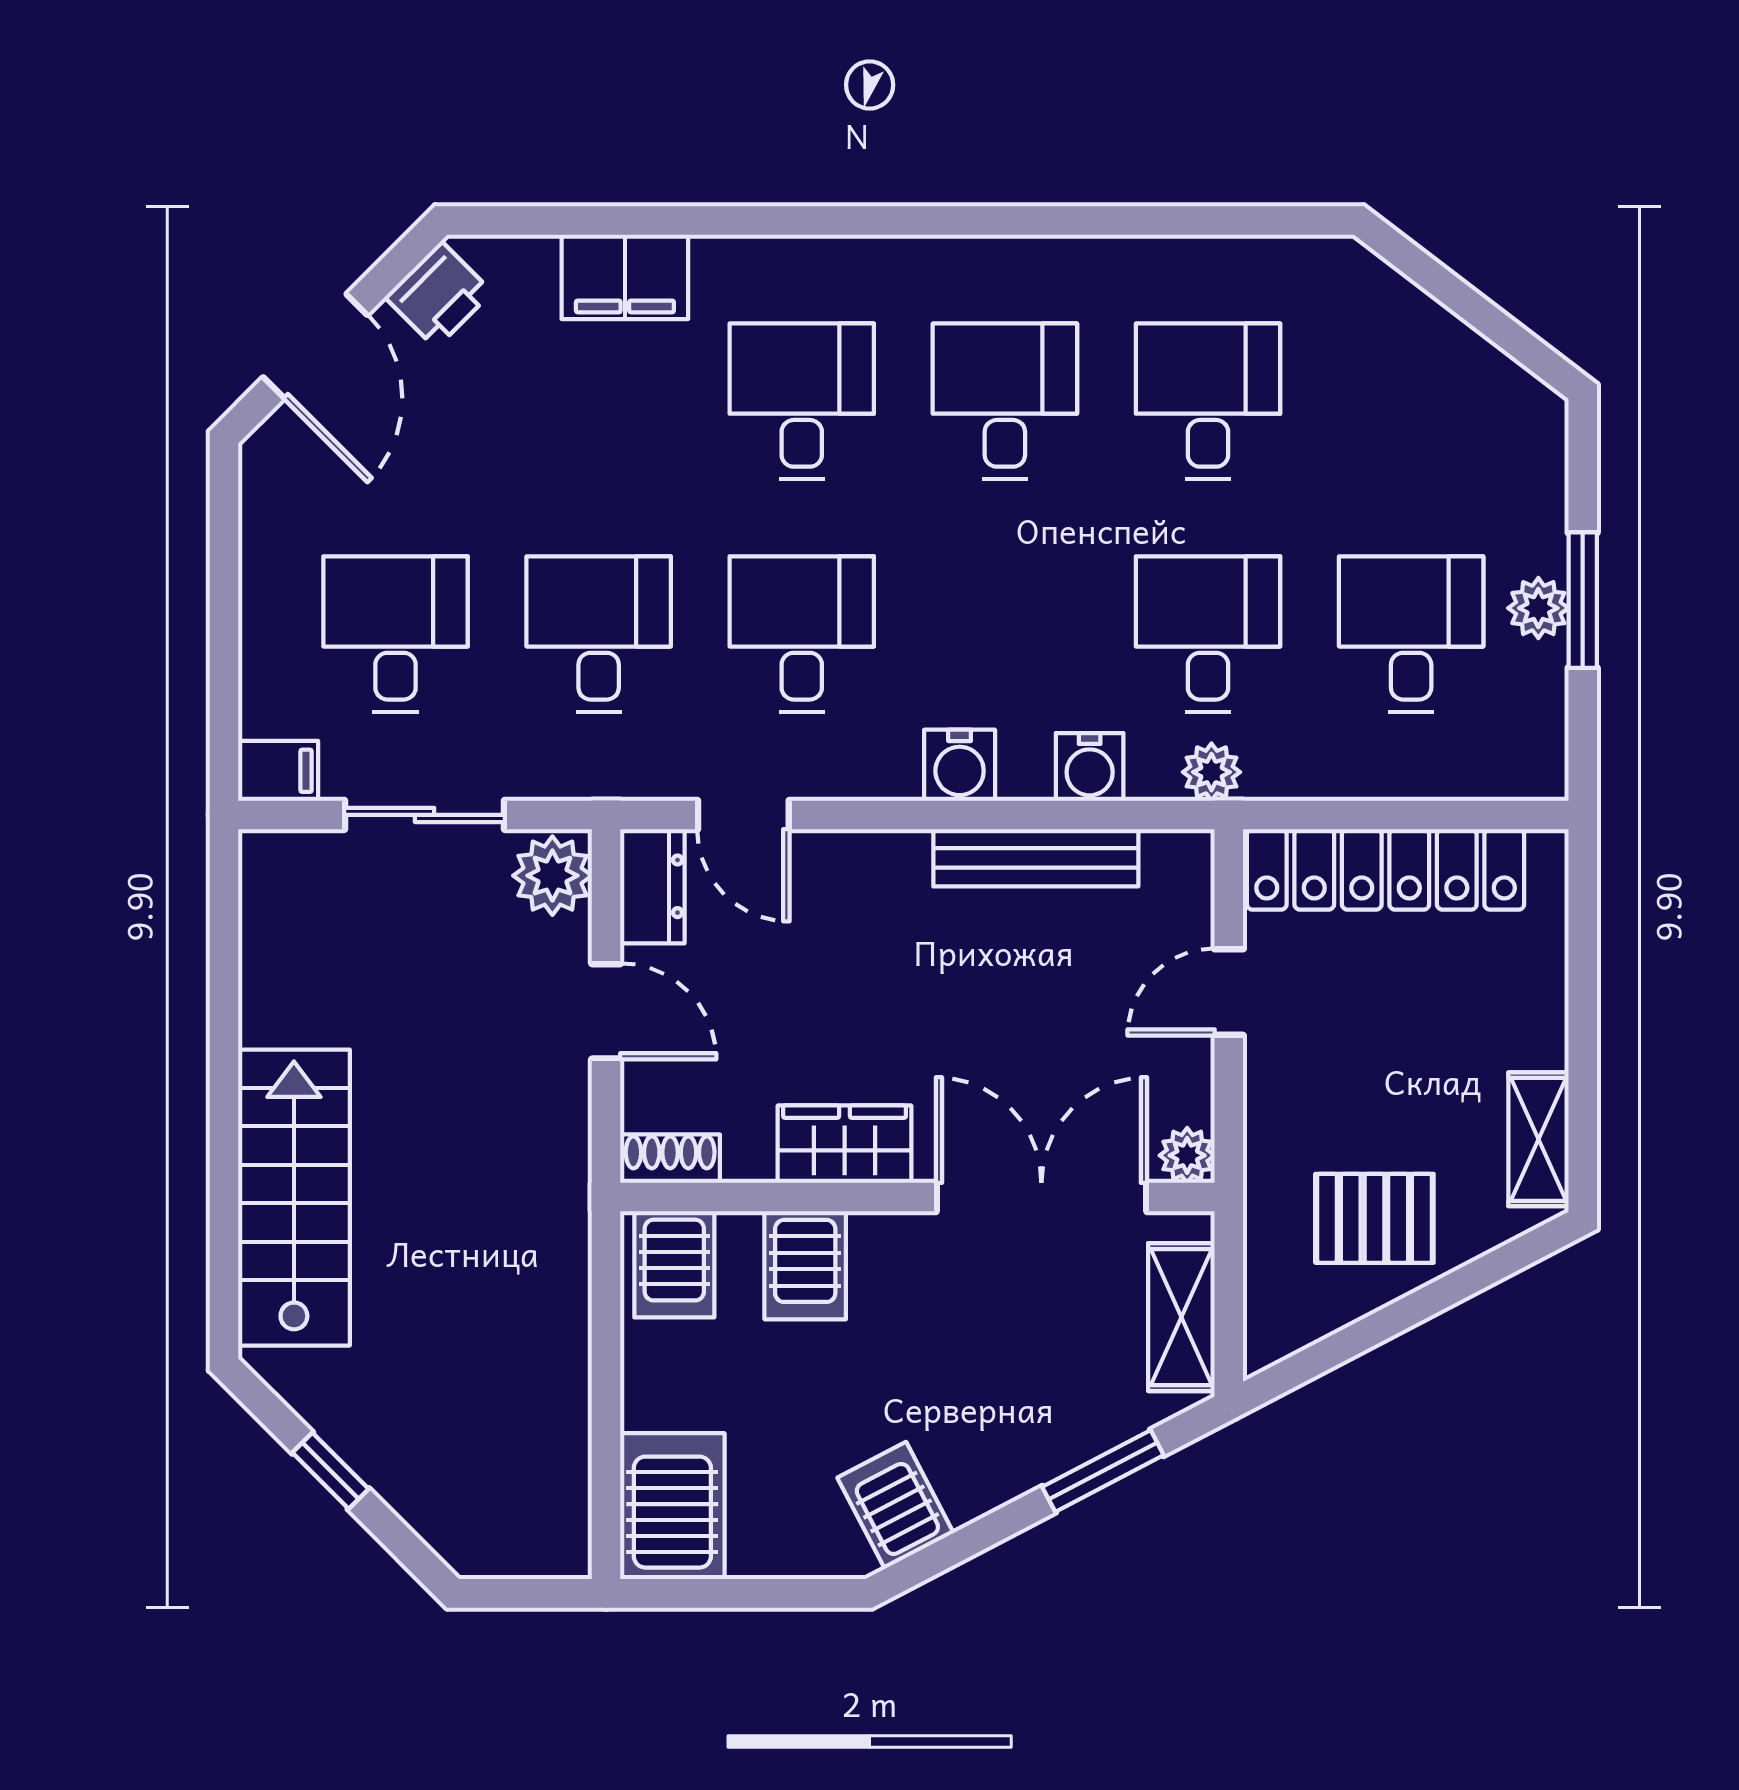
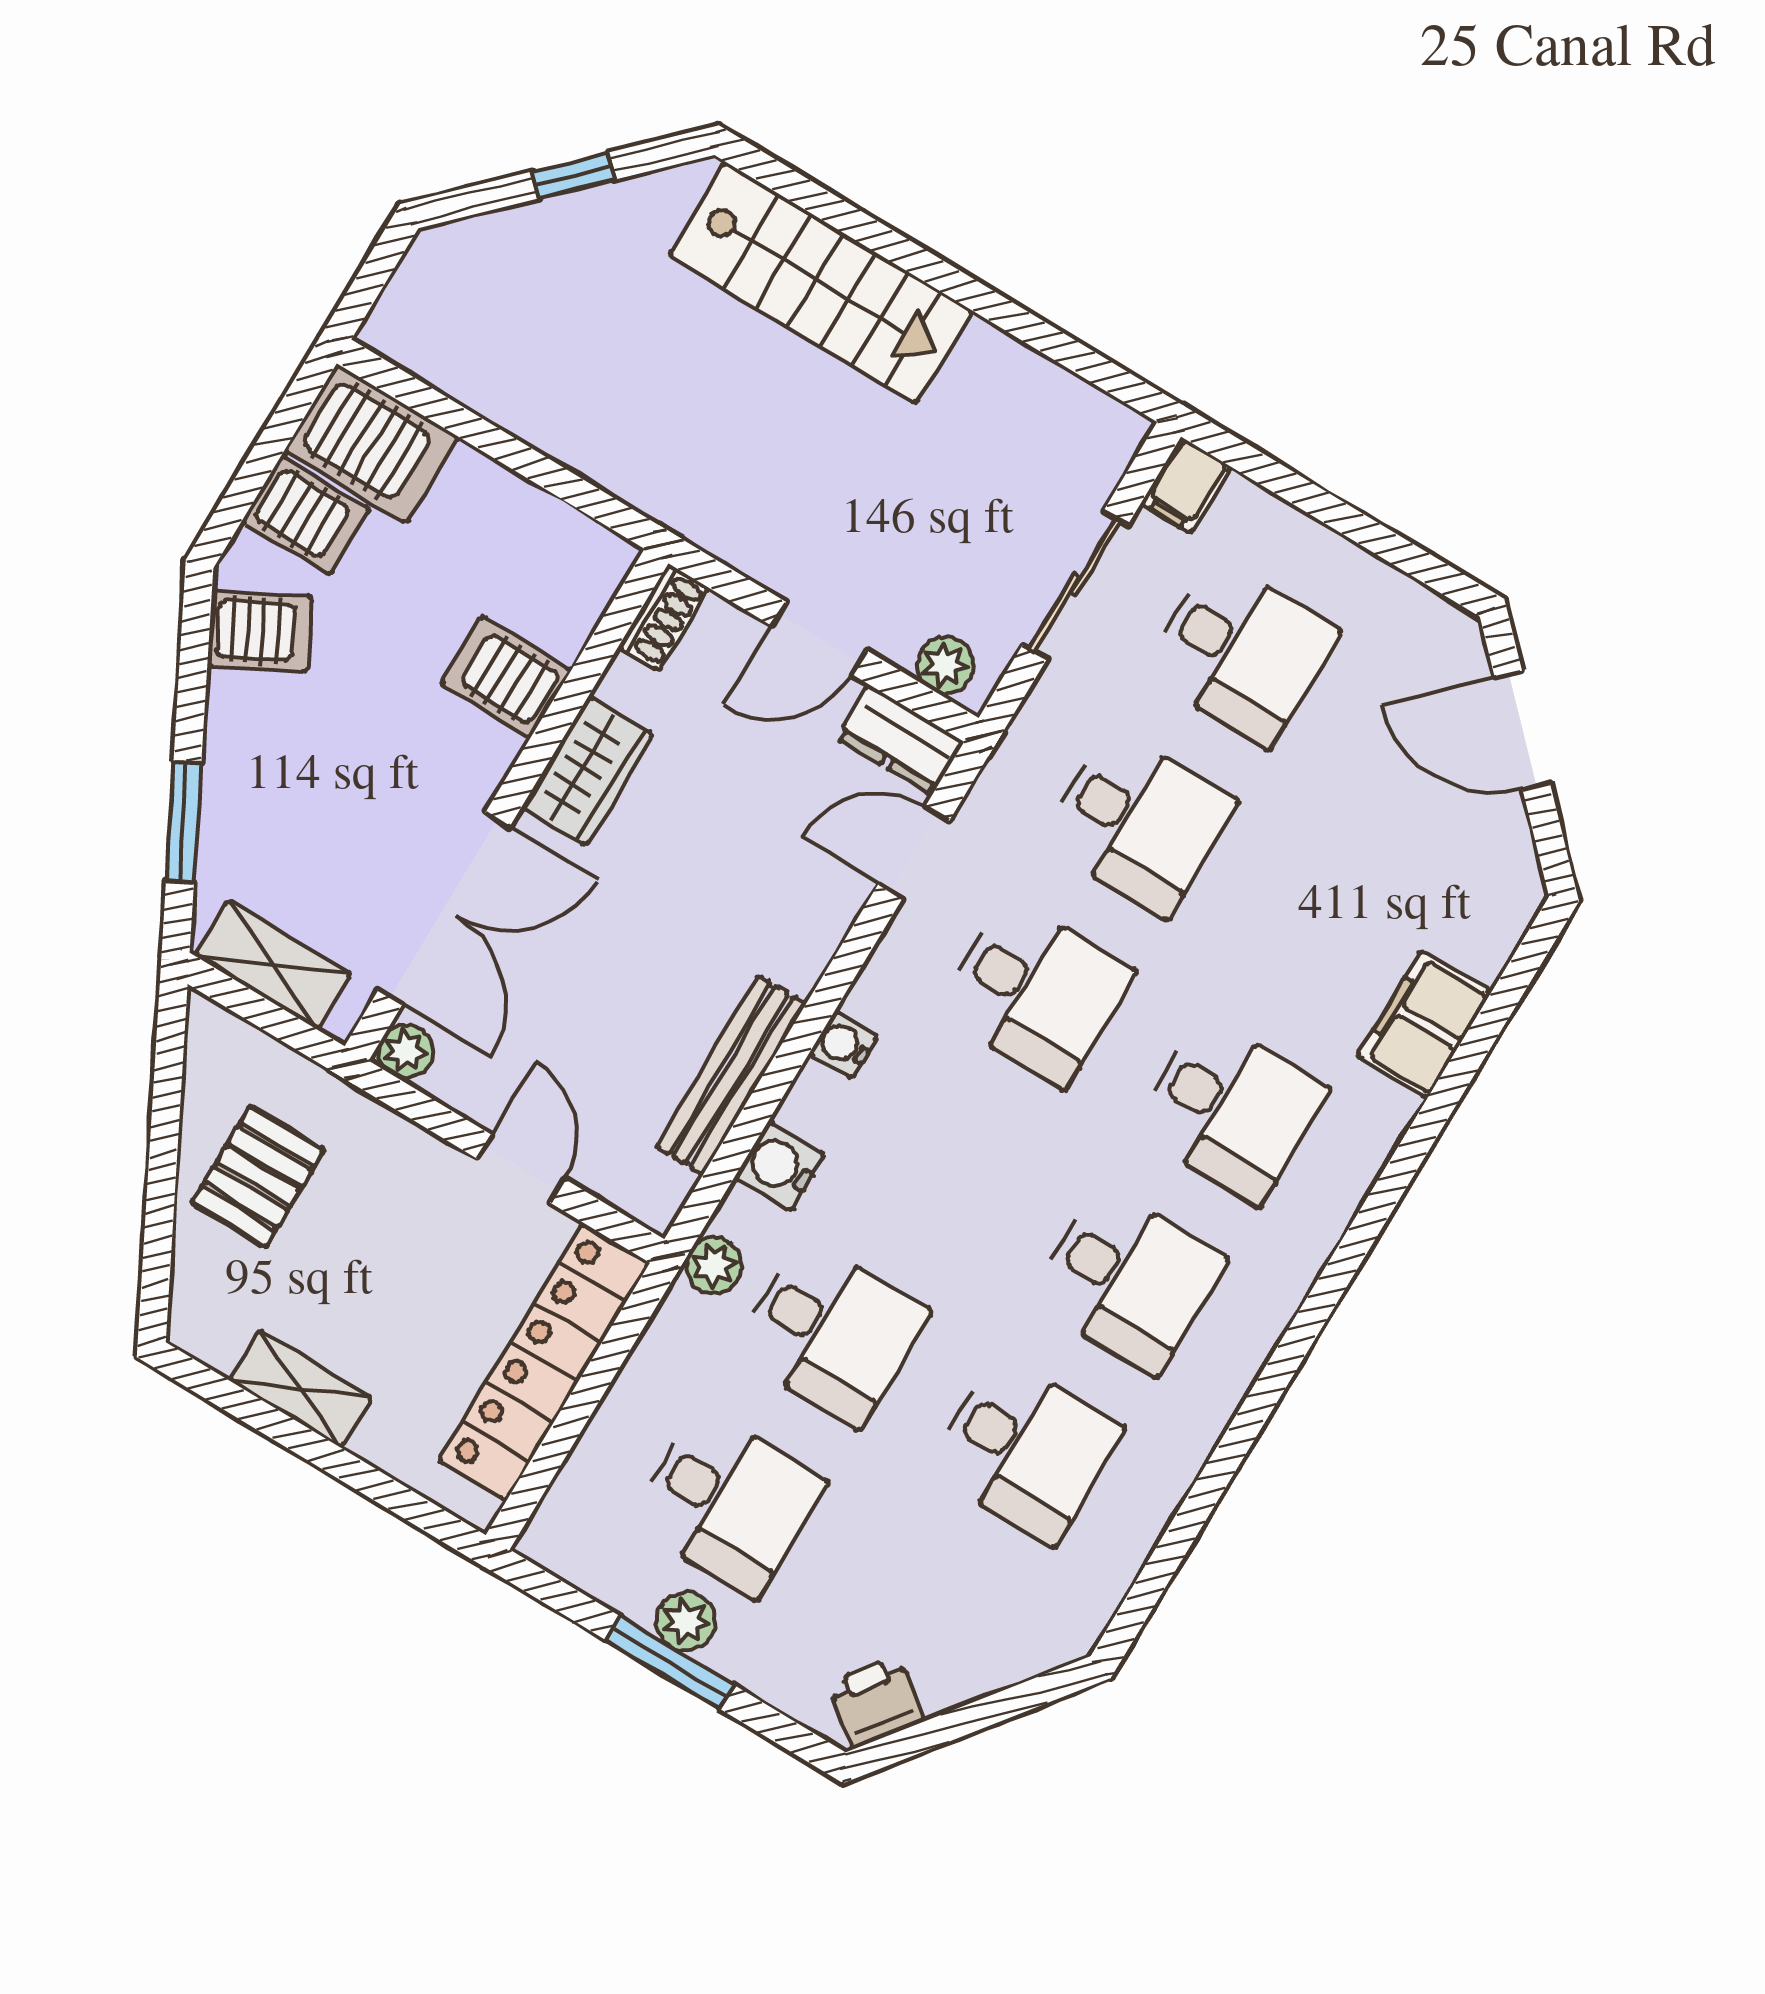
printer: (438, 295) -> (876, 1702), moved, turned 82
water cooler: (960, 765) -> (843, 1045), width x0.72, depth x0.72
plant: (552, 876) -> (945, 665), width x0.73, depth x0.73
shelving: (1538, 1139) -> (300, 1389), moved
server rack: (674, 1264) -> (306, 515), moved, turned 180

